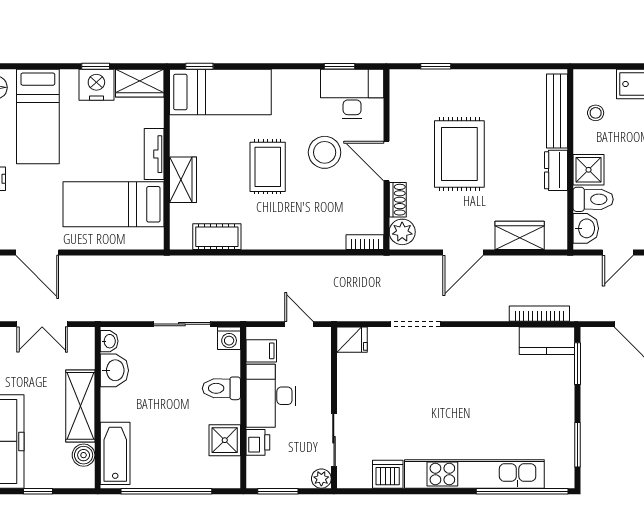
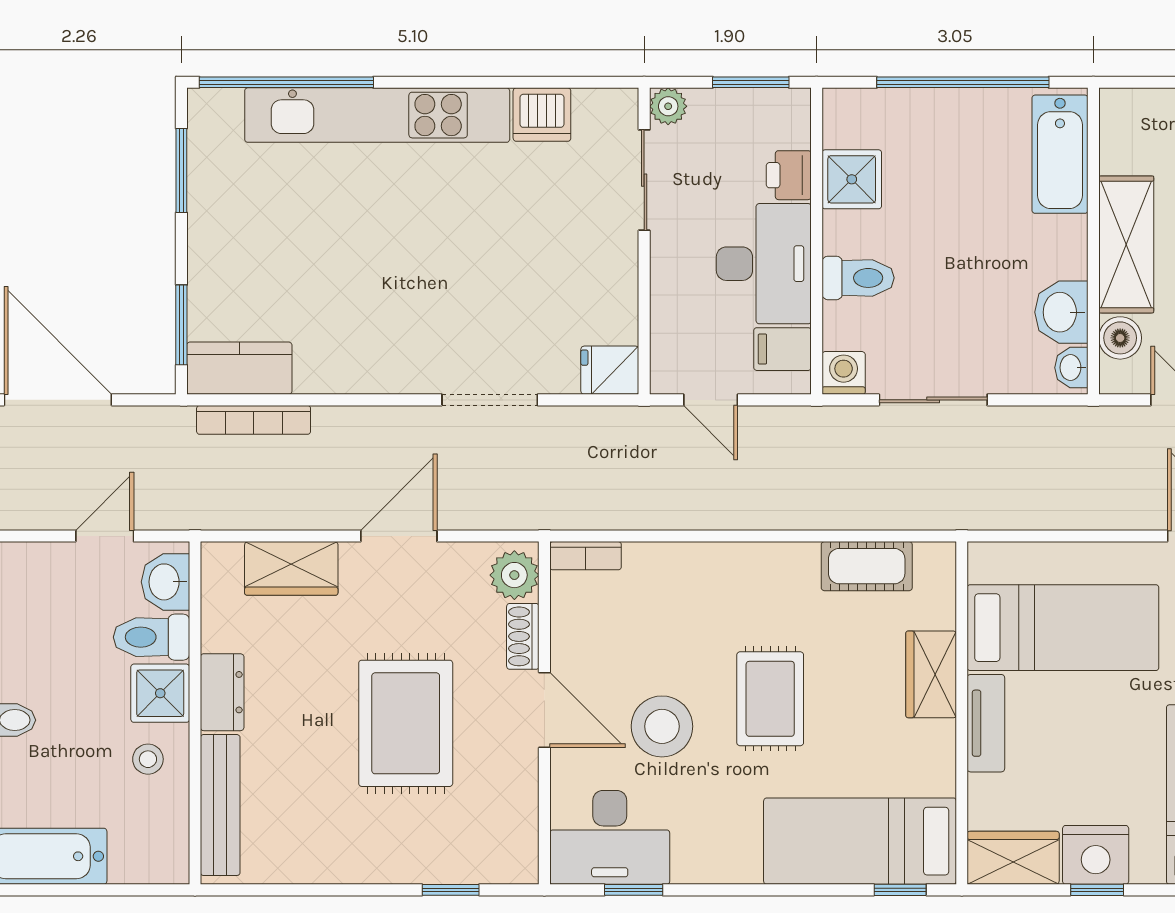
stool: (596, 113) -> (148, 759), moved
boiler: (84, 455) -> (1120, 338), moved

